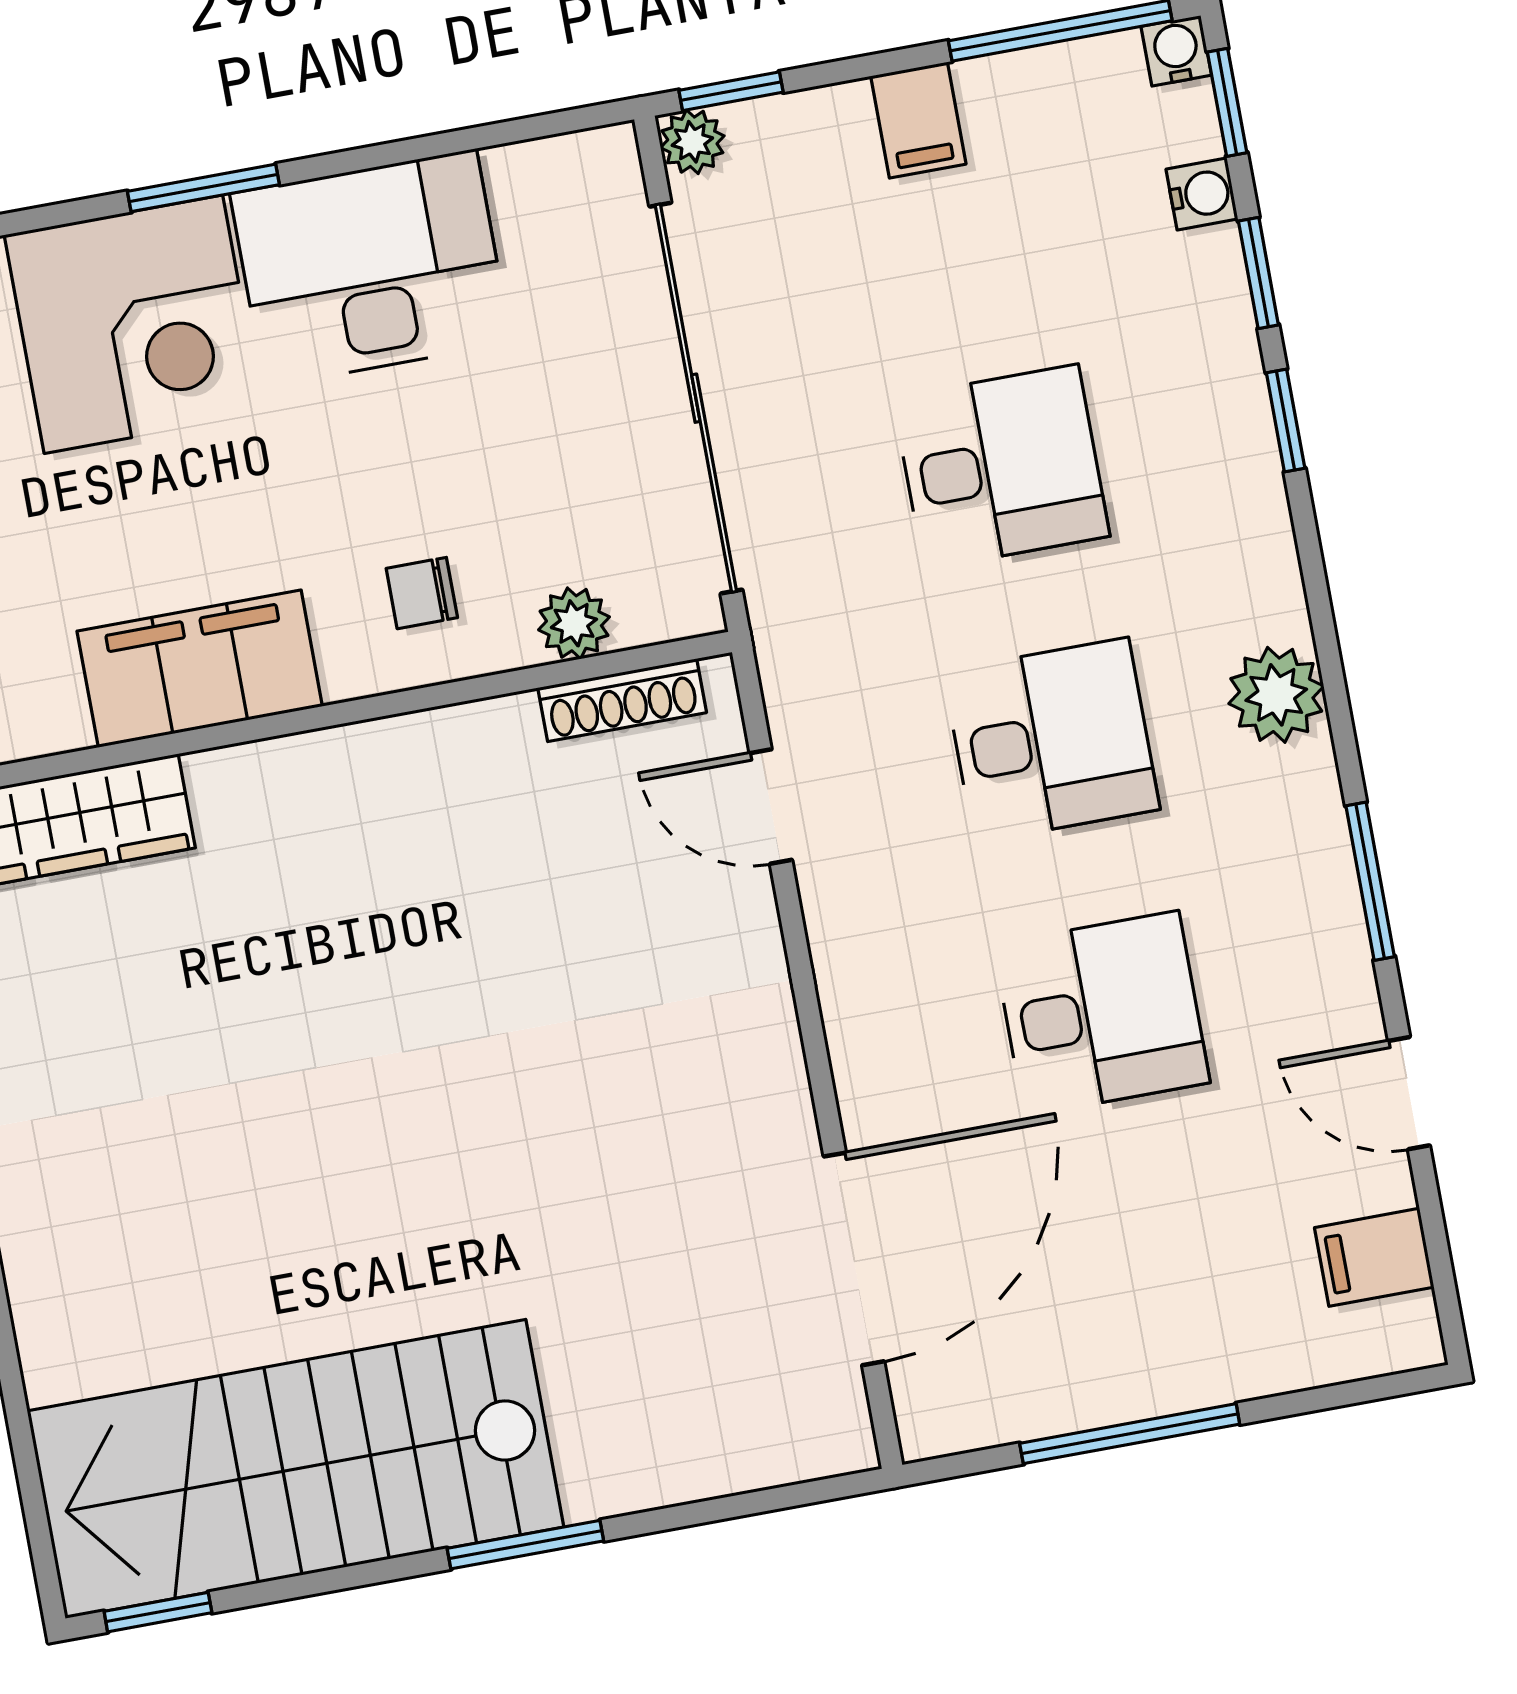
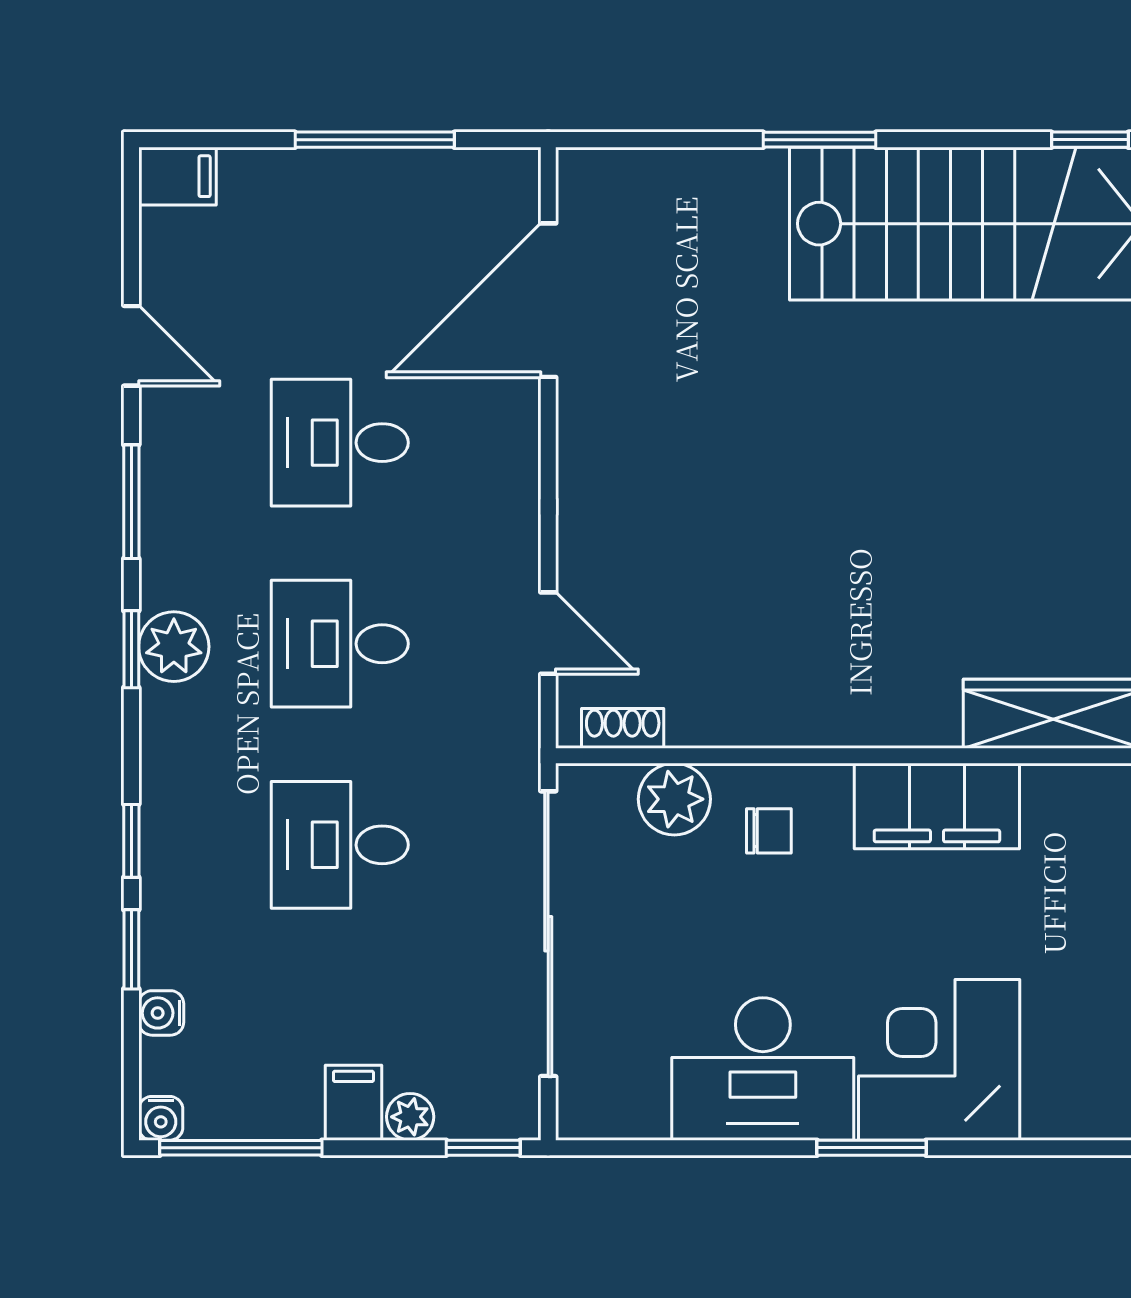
window: (1227, 102) -> (131, 649), moved
plant: (692, 142) -> (410, 1117), moved
plant: (574, 623) -> (674, 799), width x1.38, depth x1.38
shoe rack: (622, 700) -> (623, 728), width x0.70
filing cabinet: (1374, 1257) -> (177, 176), moved

